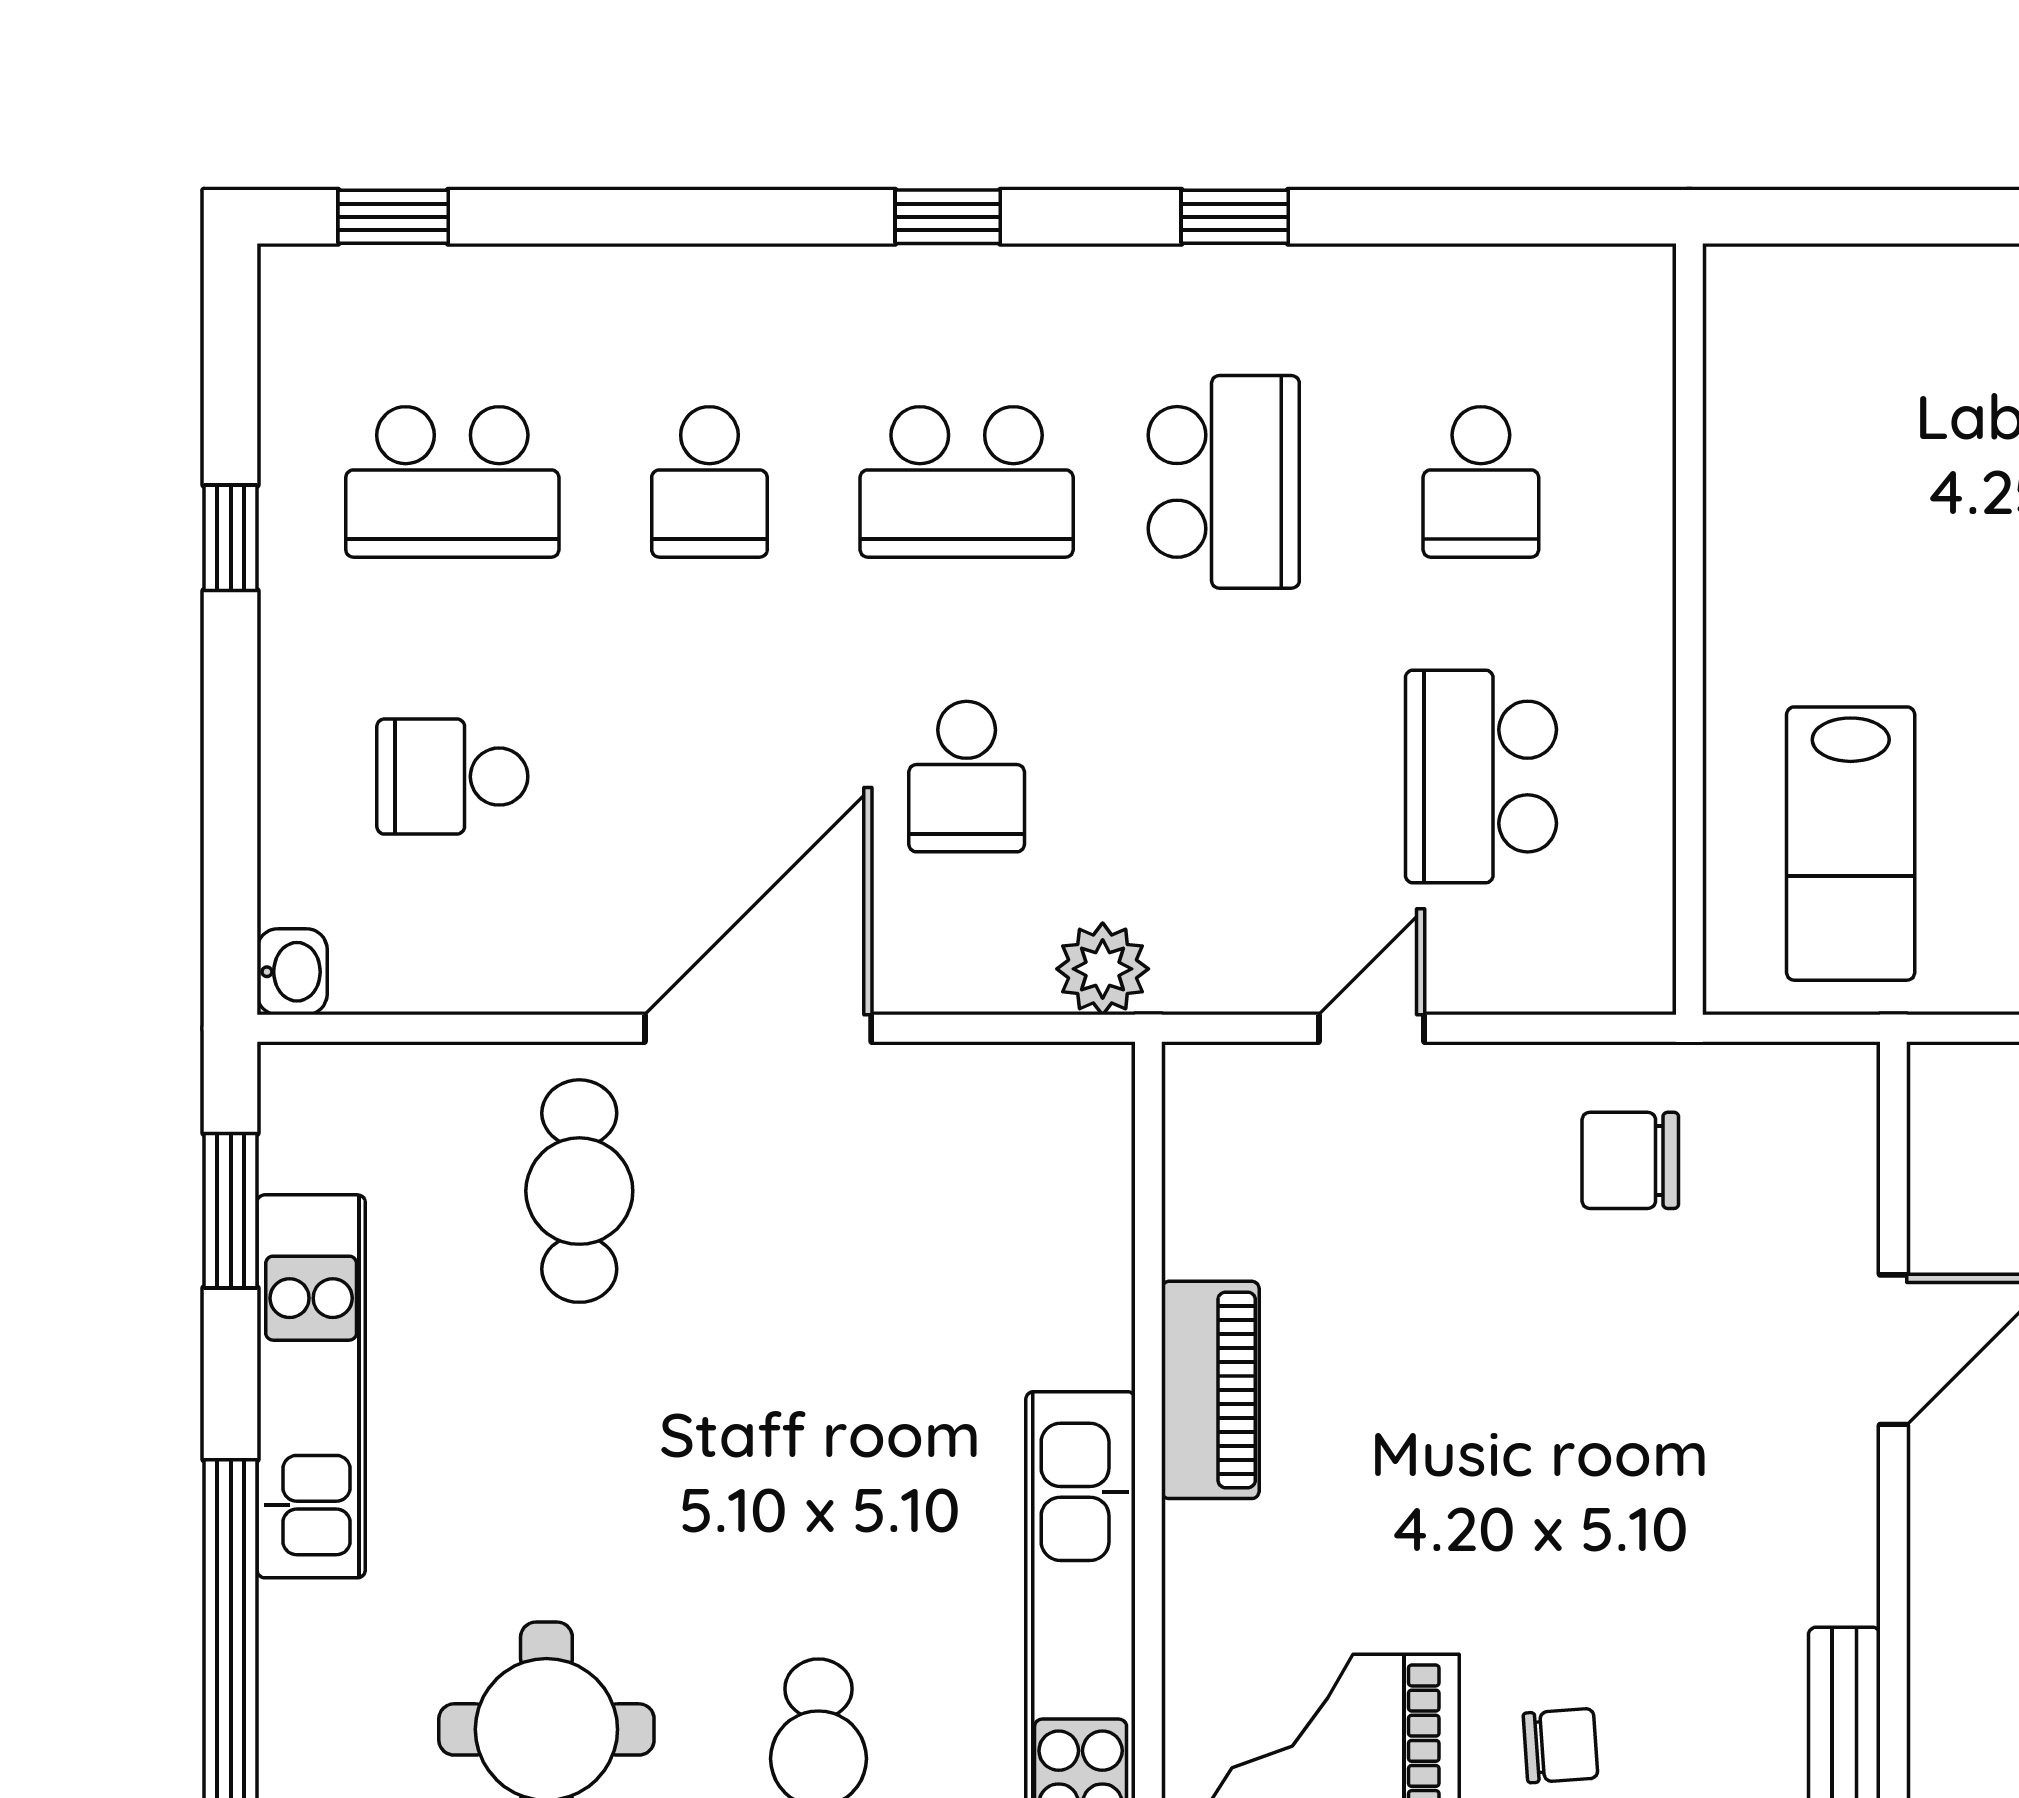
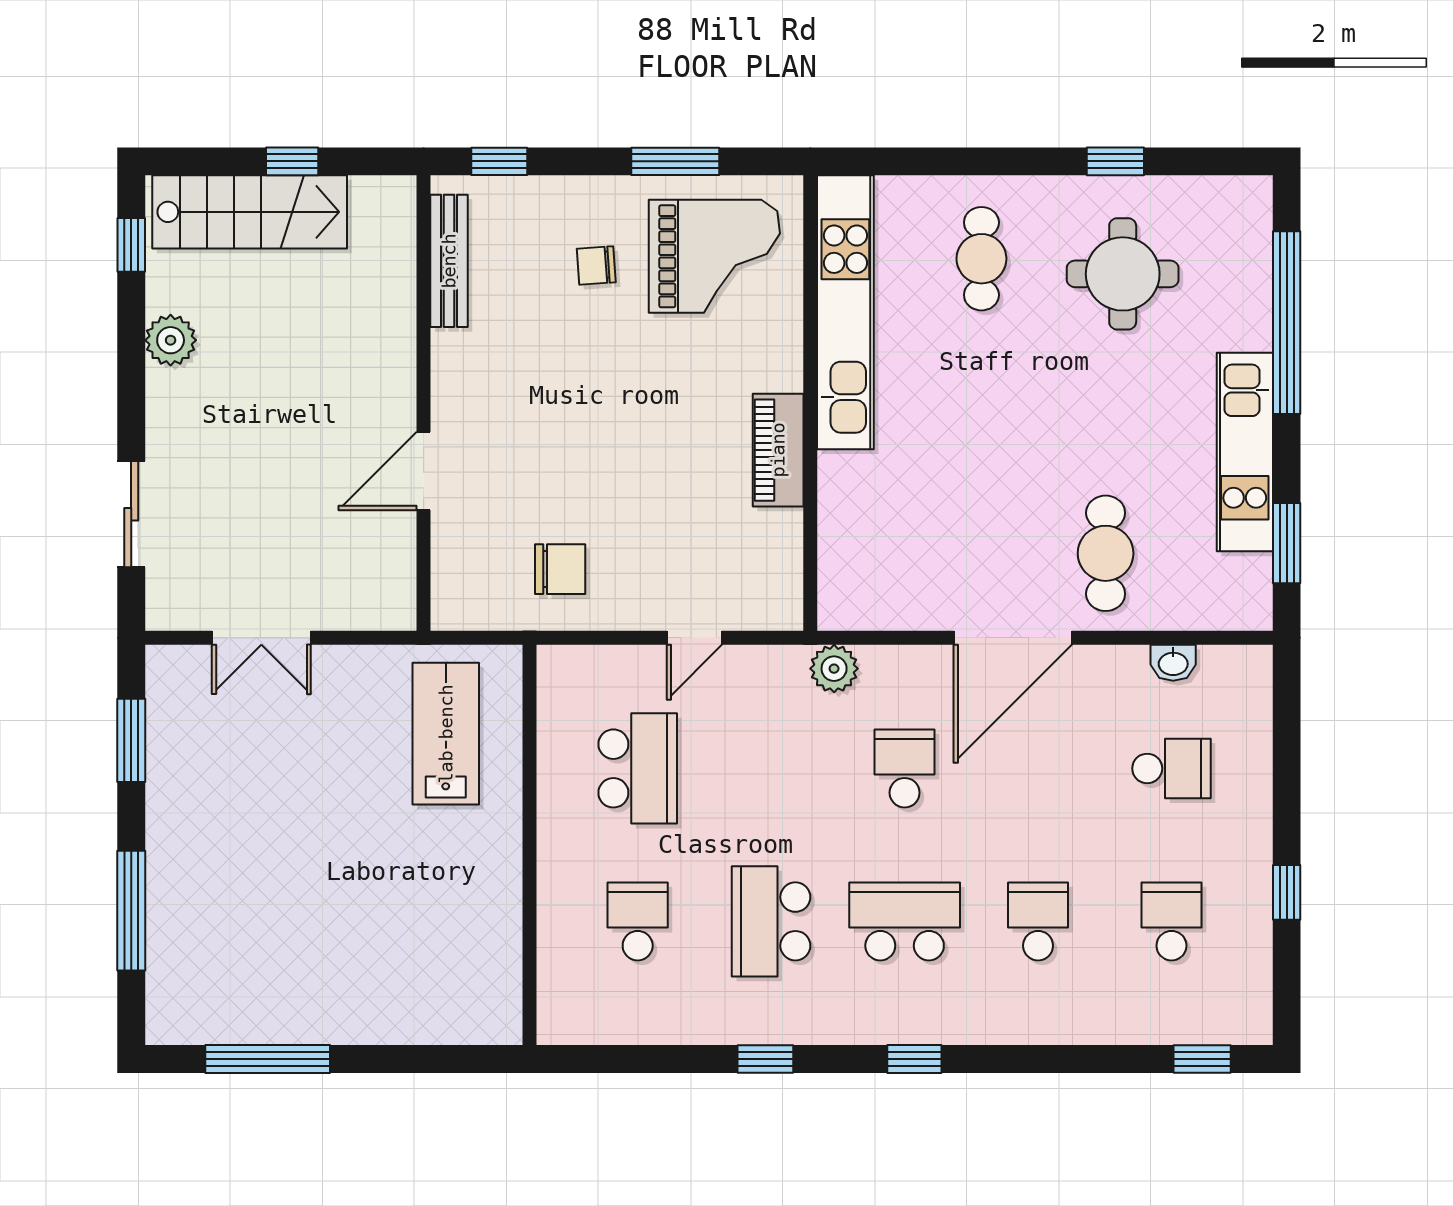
school desk: (452, 482) -> (1171, 921), width x0.54
washbasin: (292, 972) -> (1173, 663), moved, turned -90

